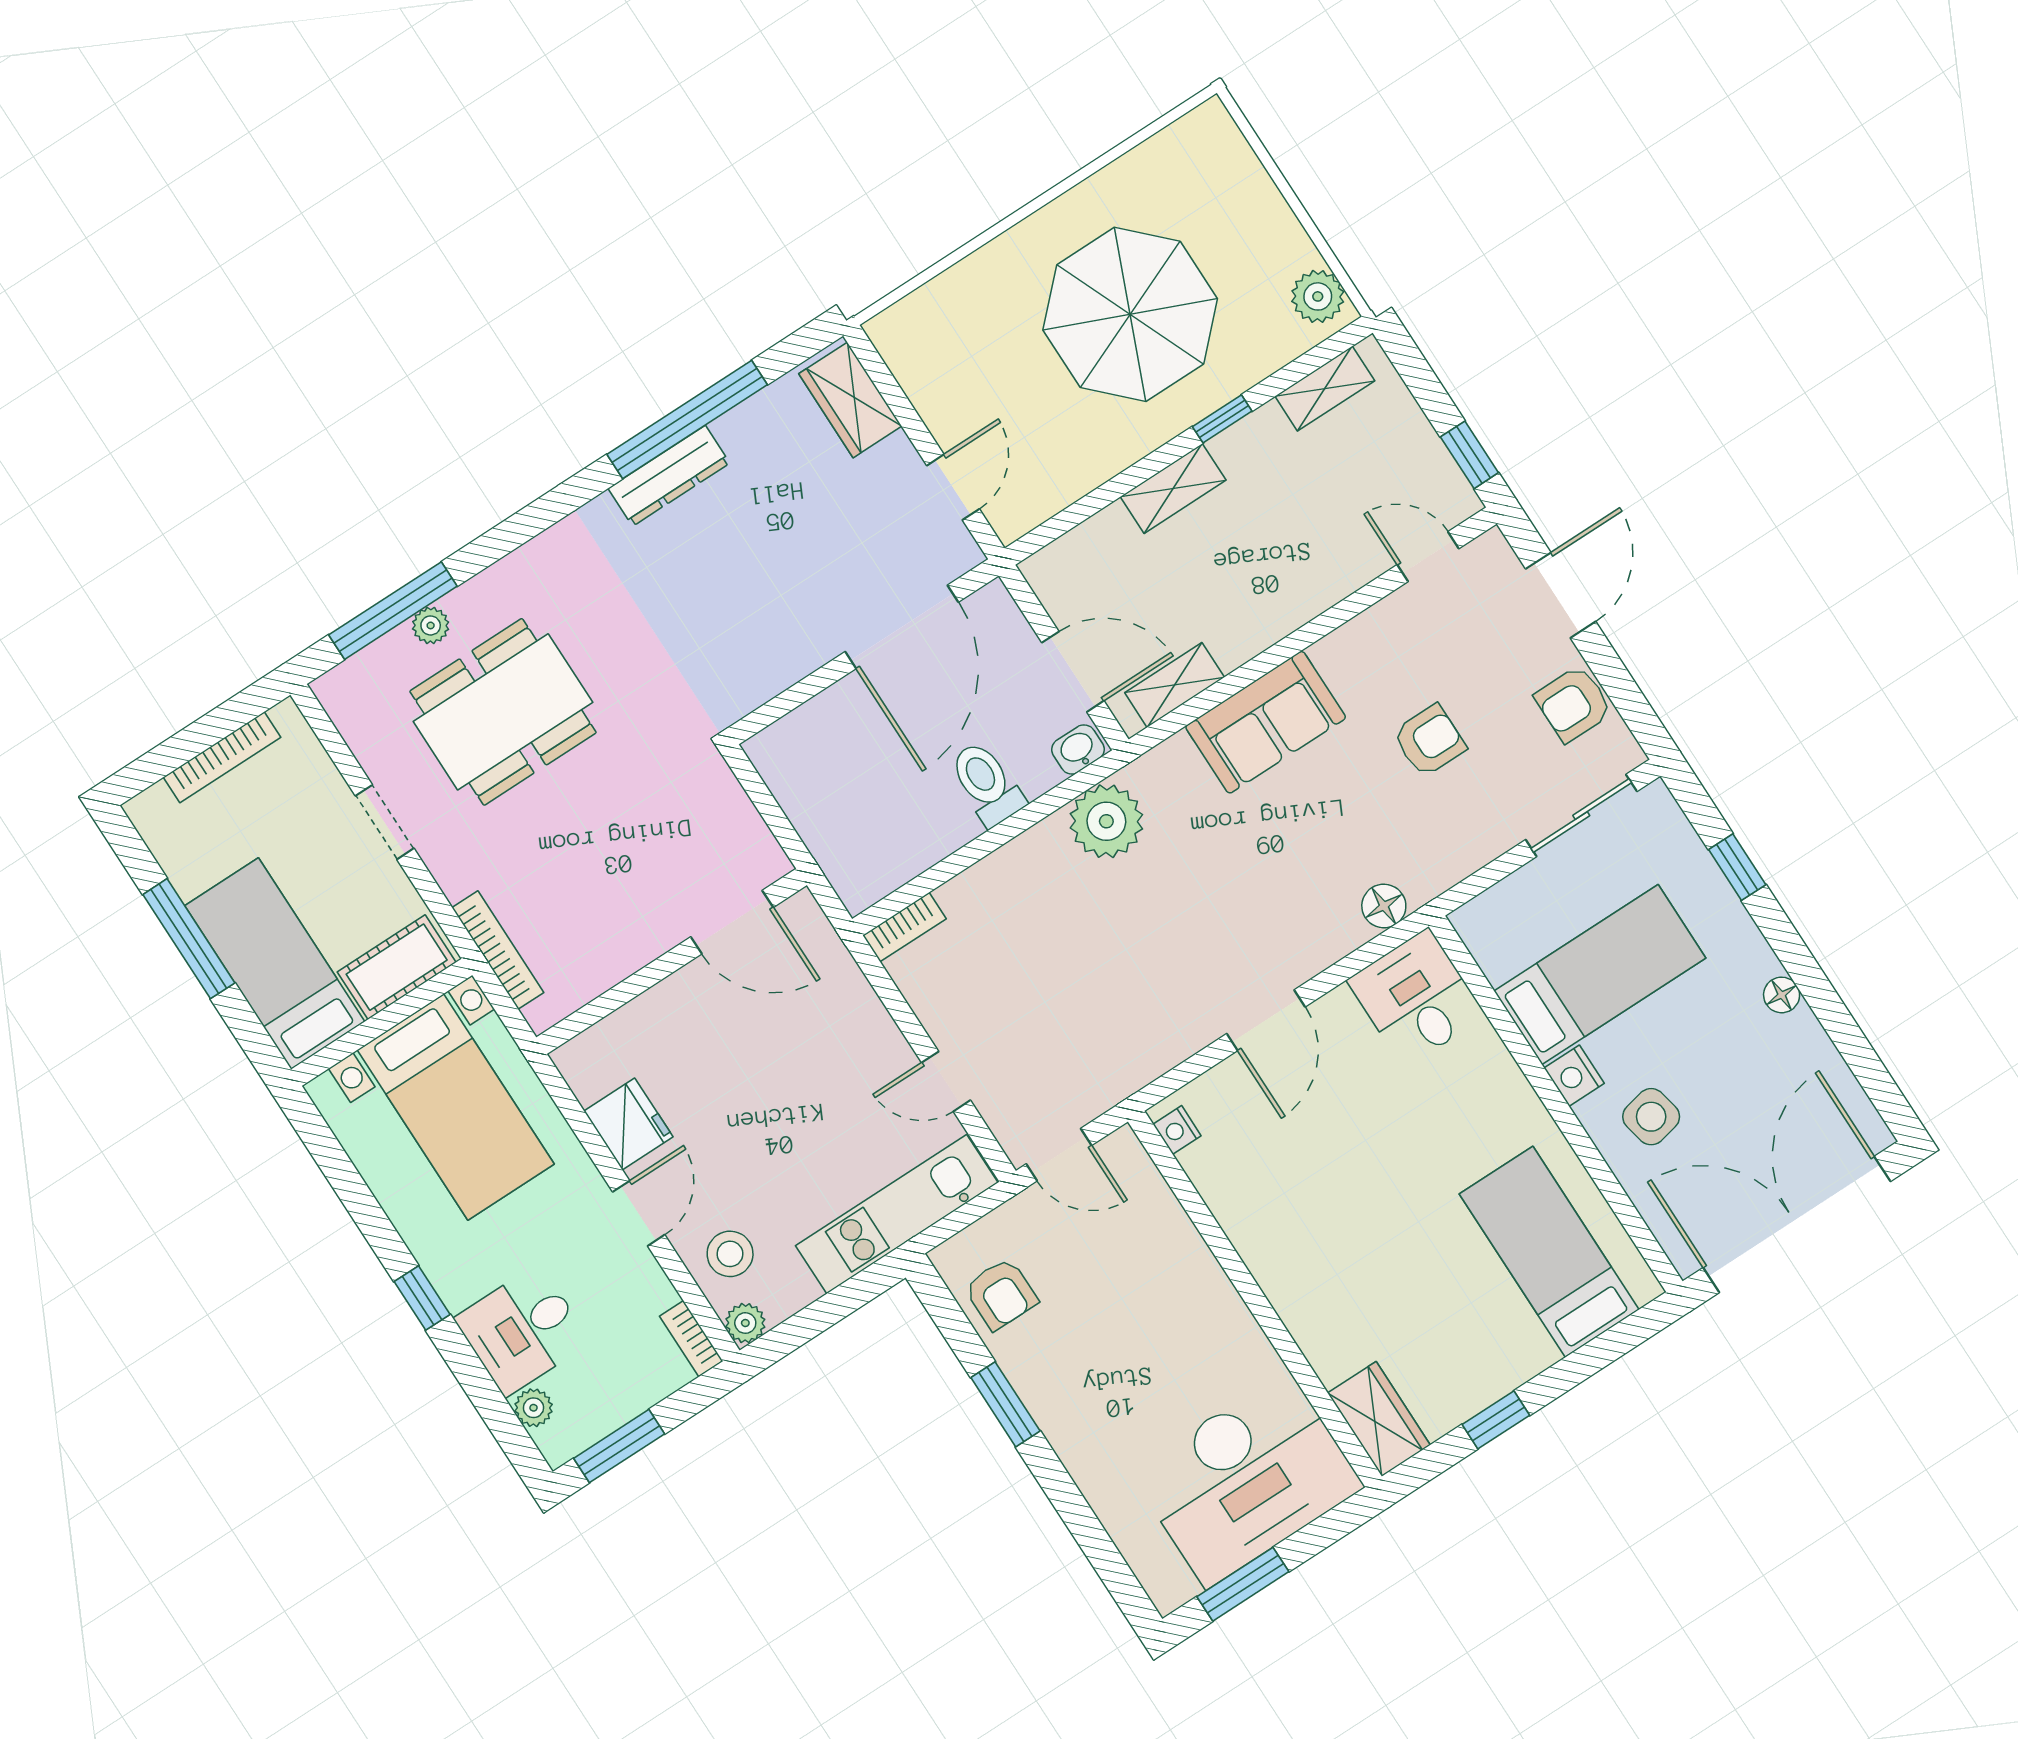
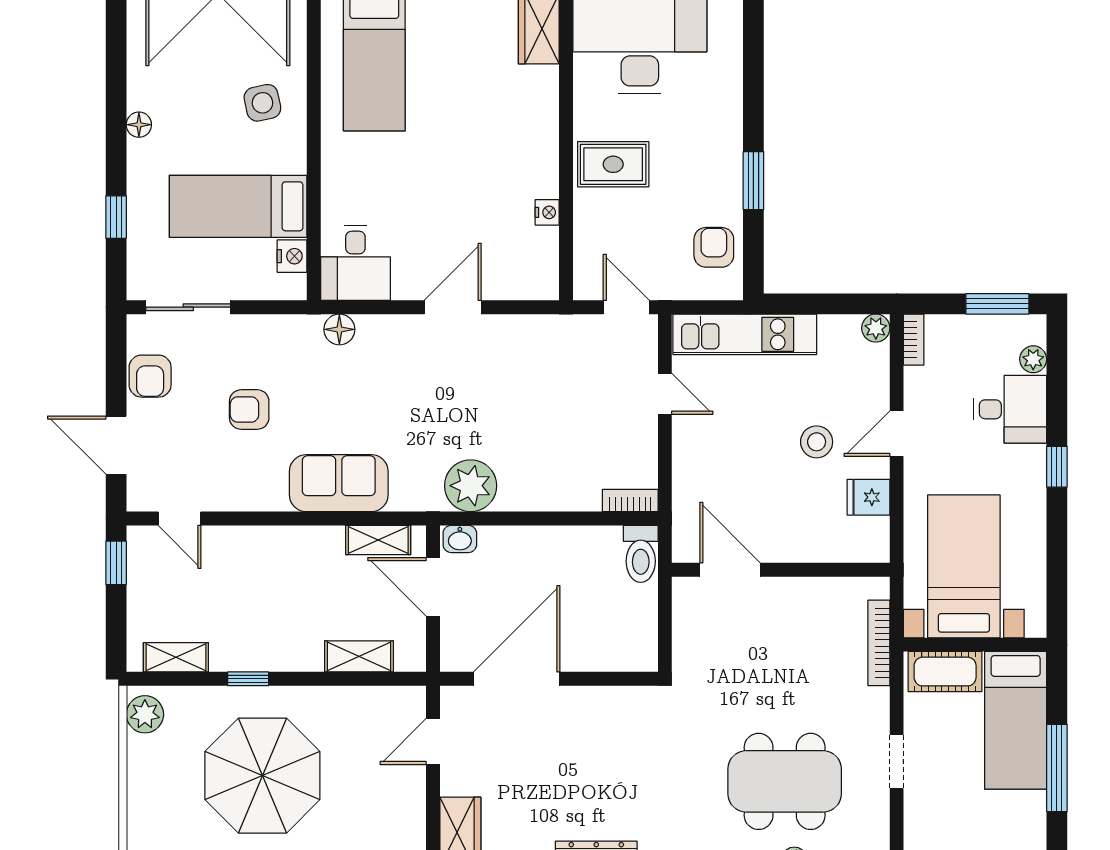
shelving: (1173, 488) -> (359, 656), moved
door: (1561, 595) -> (116, 445), hinge flipped
armchair: (1573, 704) -> (150, 376), turned 90
toilet: (987, 784) -> (641, 554), moved
nightstand: (1574, 1076) -> (292, 256), moved
fridge: (628, 1124) -> (868, 497), width x0.72
nightstand: (1177, 1130) -> (547, 212), moved
stool: (730, 1254) -> (817, 442), moved
rug: (1185, 1315) -> (613, 164), added

